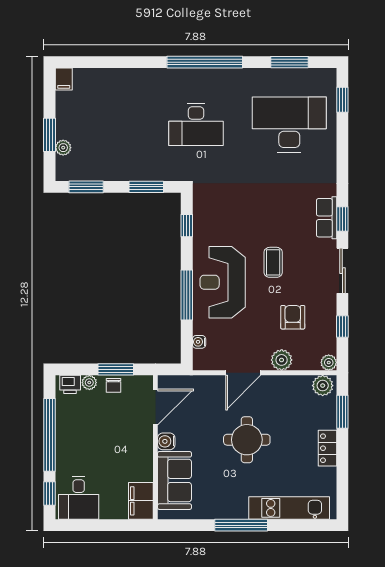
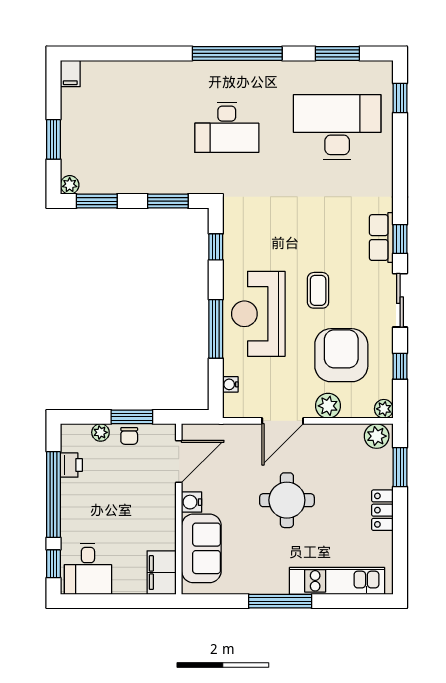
plant: (63, 148) -> (70, 185), moved
armchair: (293, 317) -> (341, 355), width x1.88, depth x1.88
printer: (70, 384) -> (71, 465), moved, turned -90

